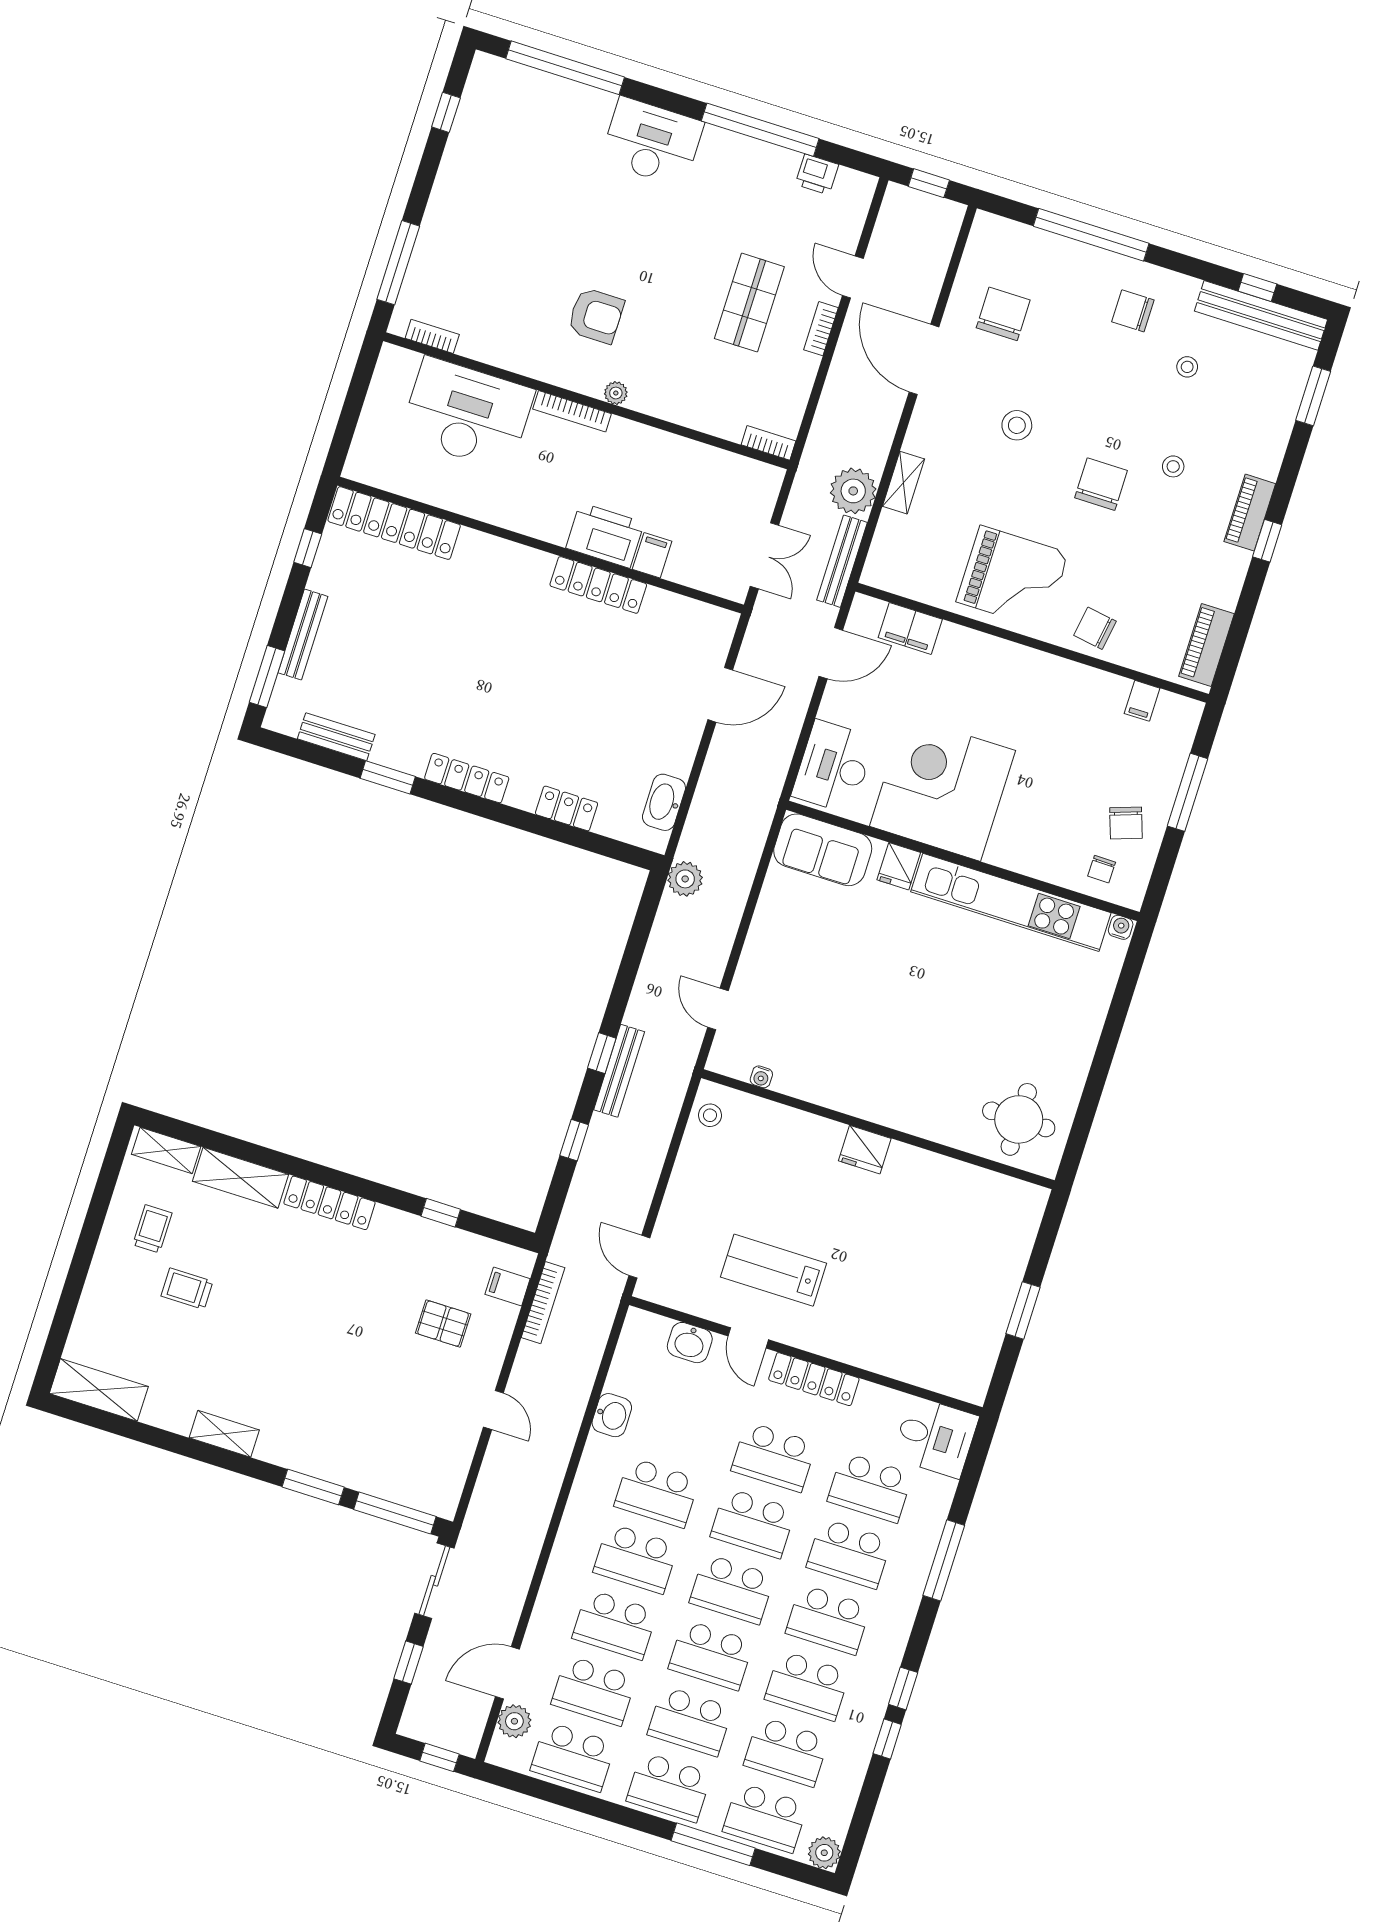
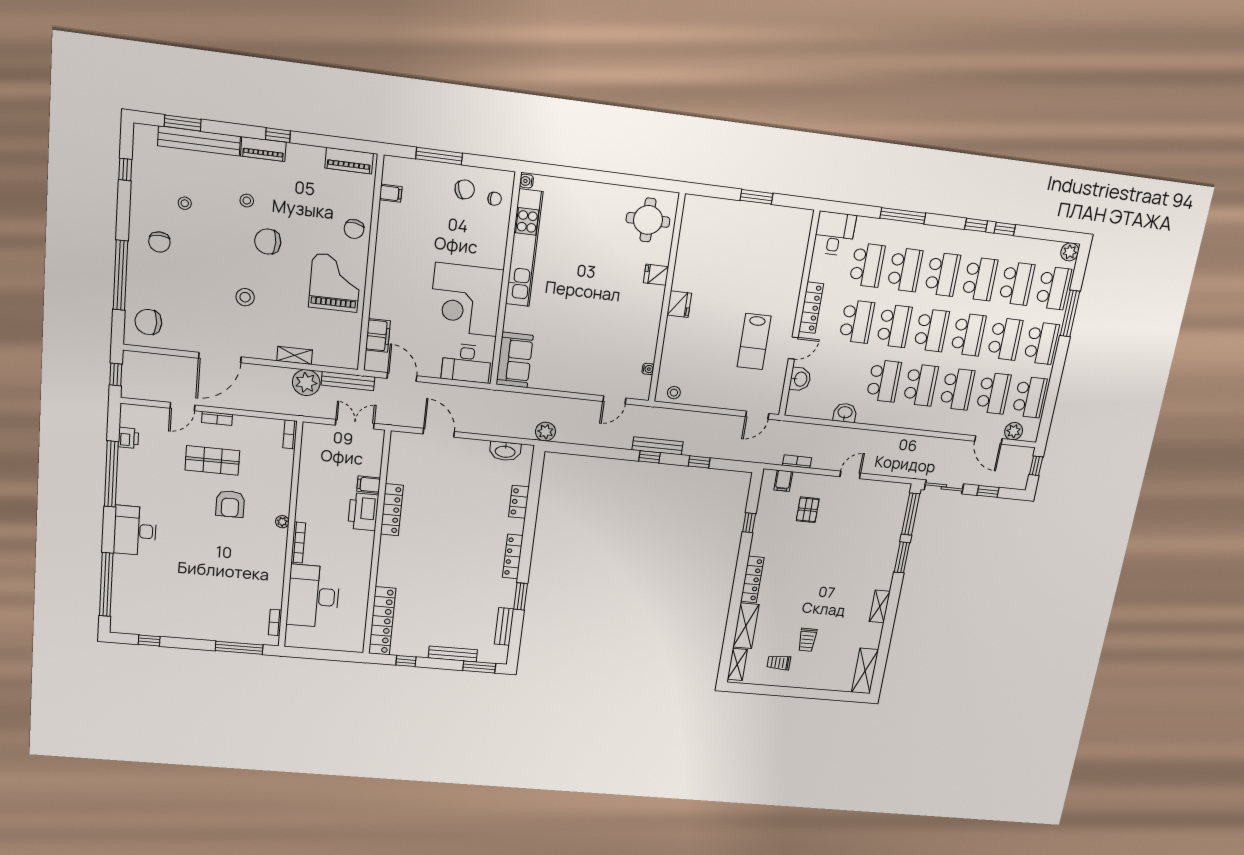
chair: (1003, 314) -> (148, 322), moved
bench: (1261, 315) -> (199, 141), moved, turned 90
armchair: (596, 316) -> (230, 504), moved, turned 180
fridge: (899, 866) -> (656, 275), moved, turned 180
bookcase: (543, 1303) -> (797, 461), width x0.64

